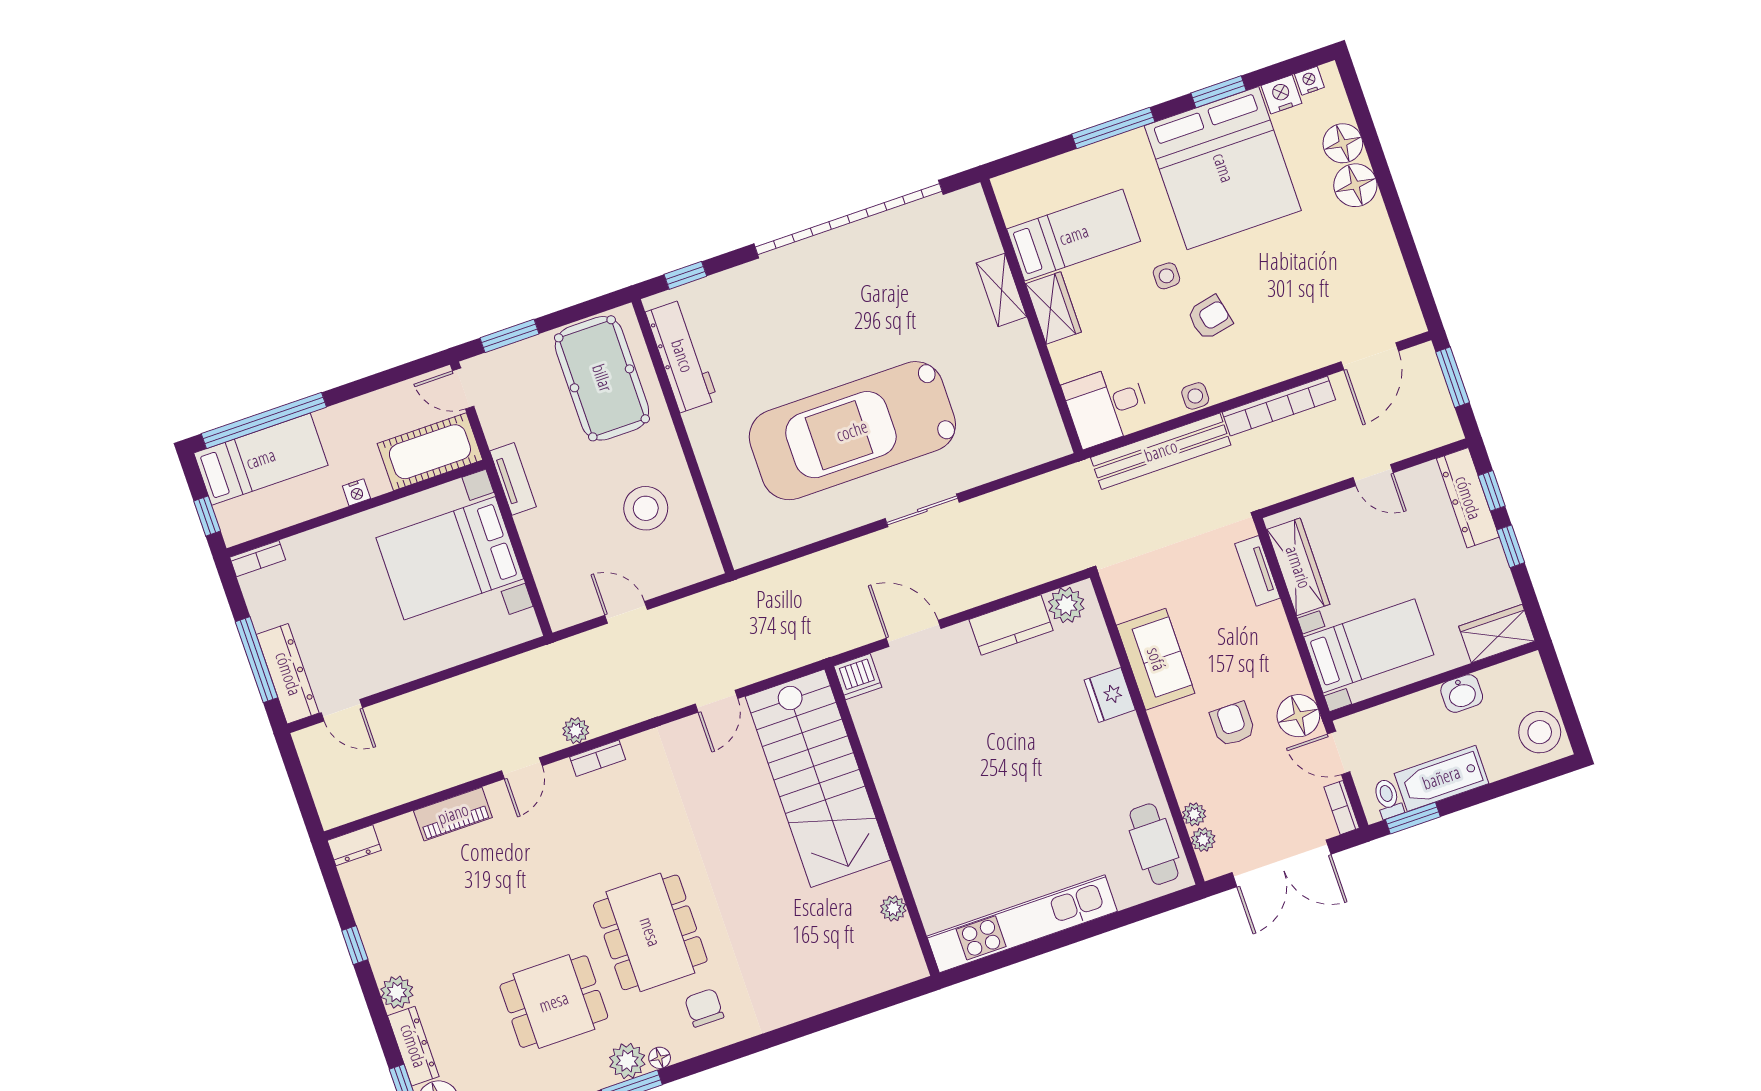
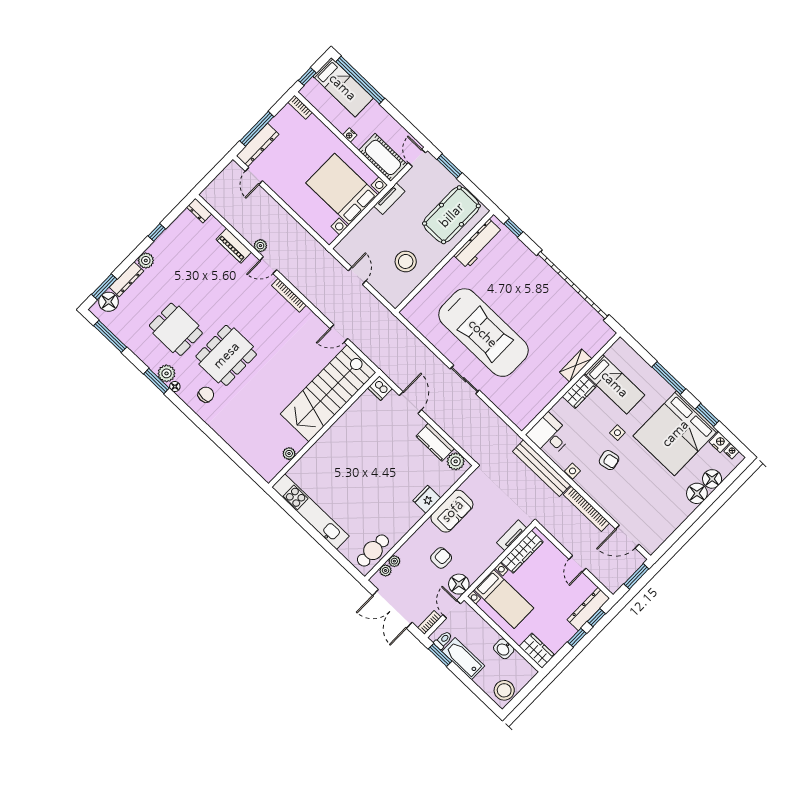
car: (852, 431) -> (483, 333), turned 180
plant: (576, 731) -> (260, 246), moved
bookcase: (598, 758) -> (289, 295), width x1.56

